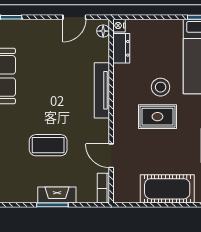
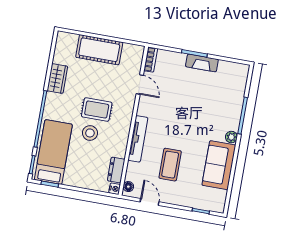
door: (74, 17) -> (150, 202), hinge flipped
coffee table: (48, 145) -> (170, 165), moved, turned 90
fireplace: (57, 195) -> (202, 63), moved

